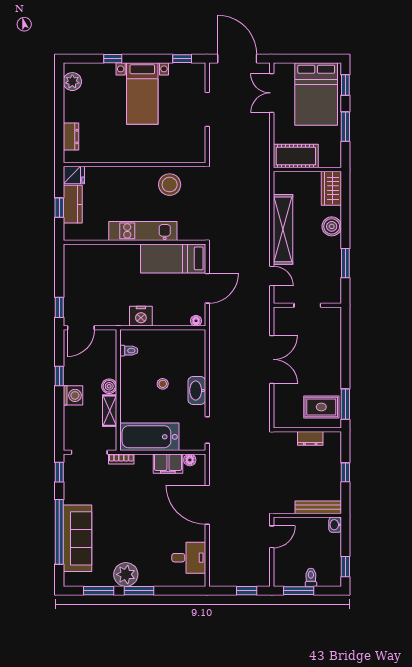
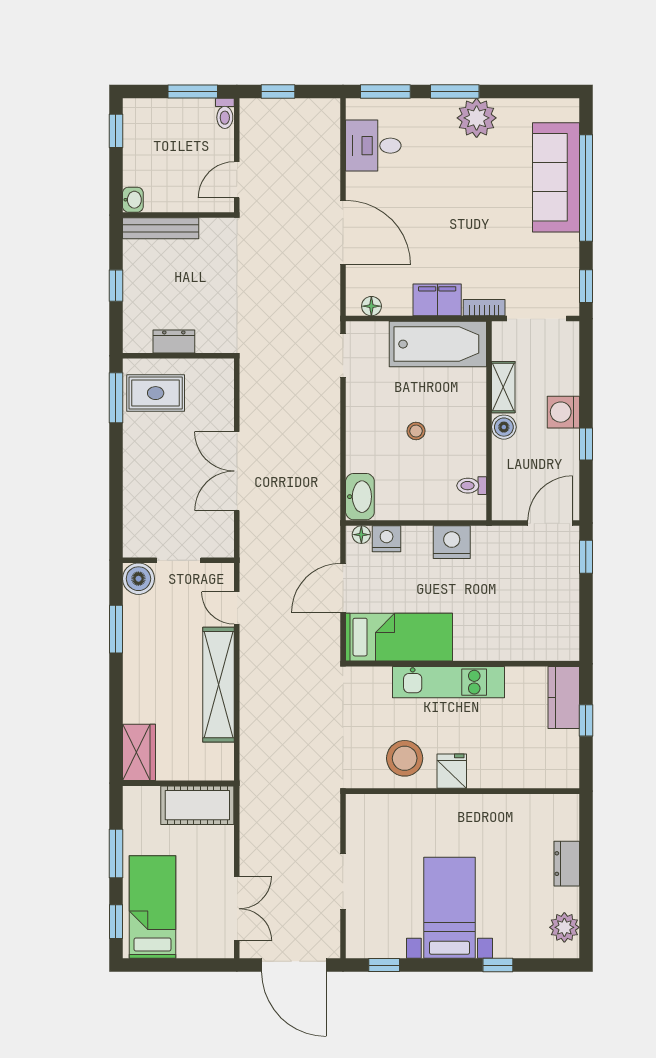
bed: (316, 94) -> (152, 907), width x0.67
dresser: (71, 137) -> (567, 864), moved
fridge: (74, 175) -> (452, 771), moved, turned 90
kitchen counter: (73, 204) -> (564, 697), moved
boiler: (332, 226) -> (138, 579), moved
nightstand: (181, 318) -> (387, 539), added
washbasin: (197, 391) -> (360, 497), moved
filing cabinet: (168, 464) -> (437, 300), moved
toilet: (311, 577) -> (225, 113), moved
window: (99, 591) -> (385, 92), moved

